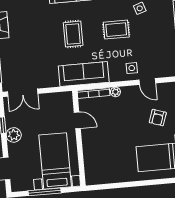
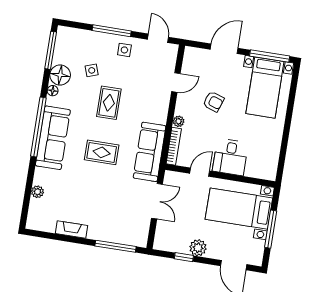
side table: (132, 68) -> (124, 50), moved
double door: (23, 93) -> (157, 201), moved
armchair: (158, 118) -> (214, 102), moved
desk: (97, 143) -> (230, 157), added

